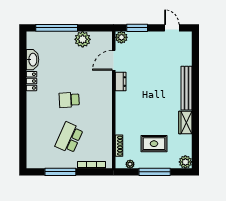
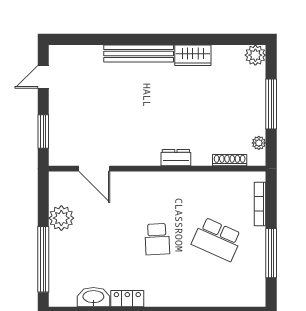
plant: (121, 37) -> (58, 156), removed
dresser: (121, 82) -> (176, 158), moved
rug: (154, 144) -> (226, 105), removed

